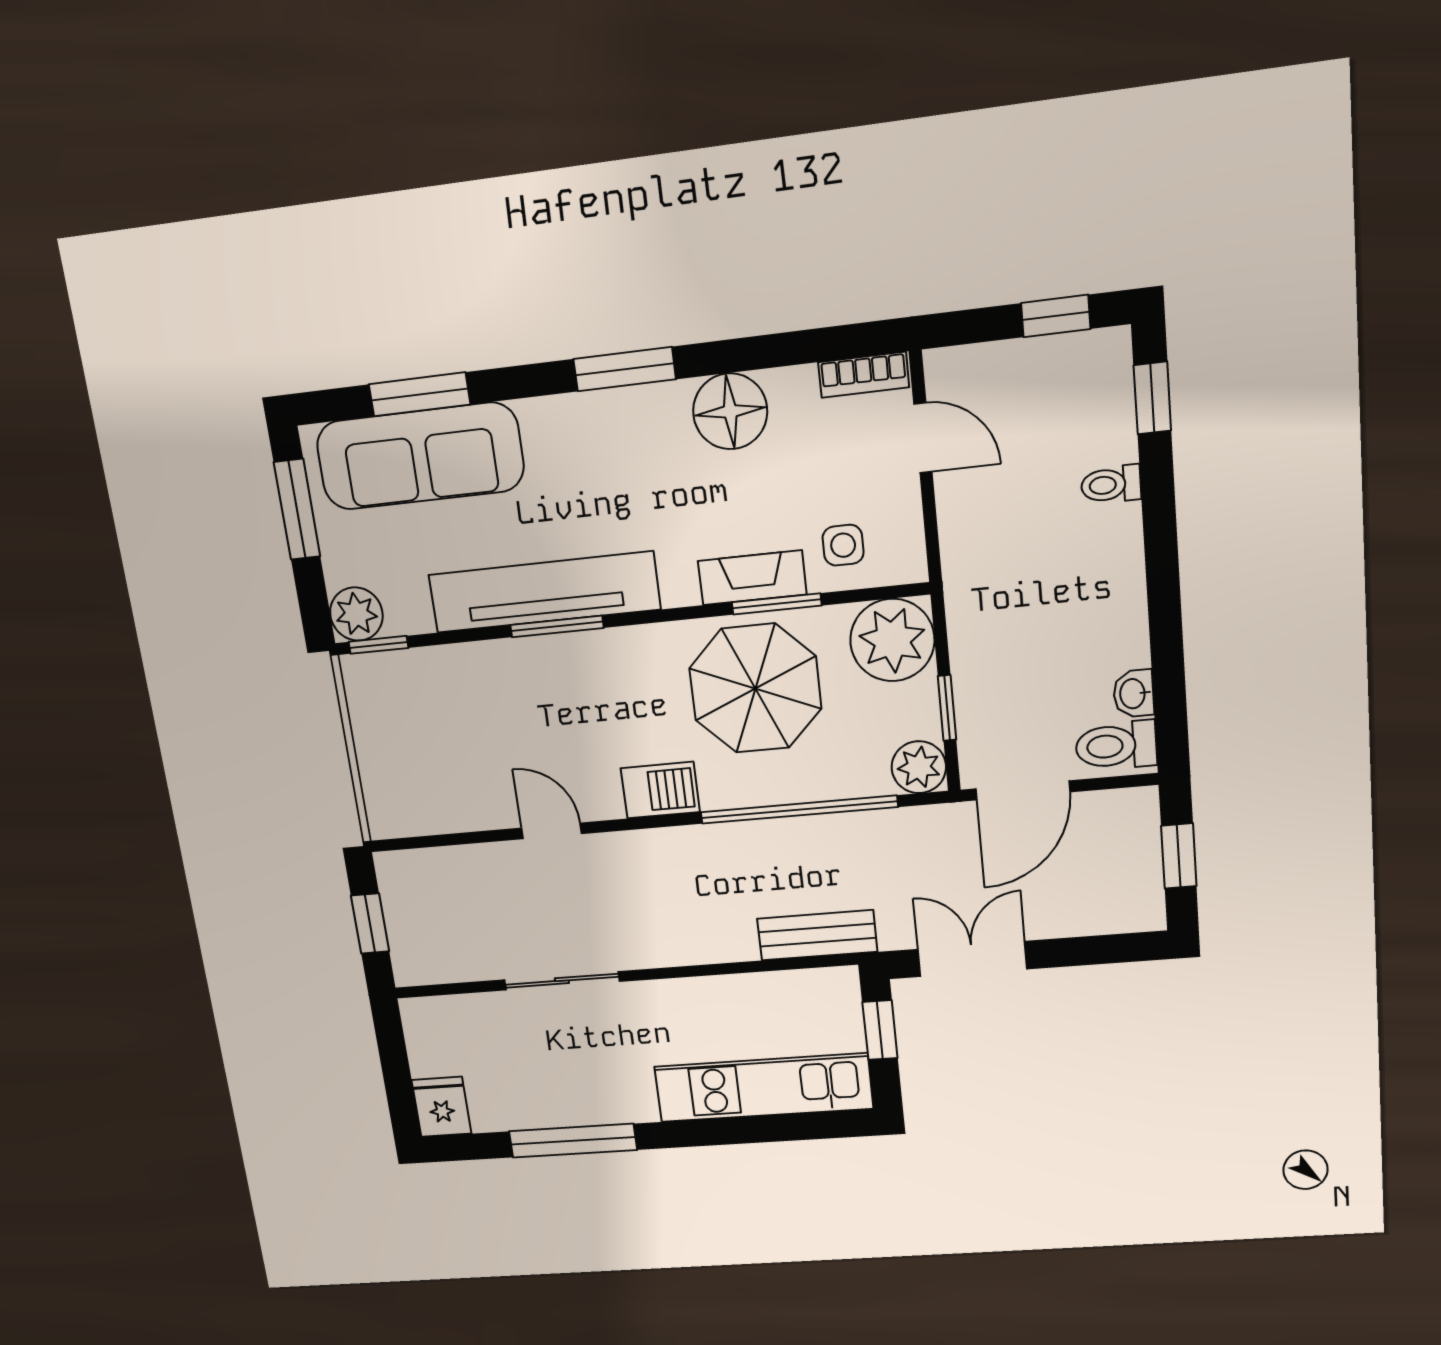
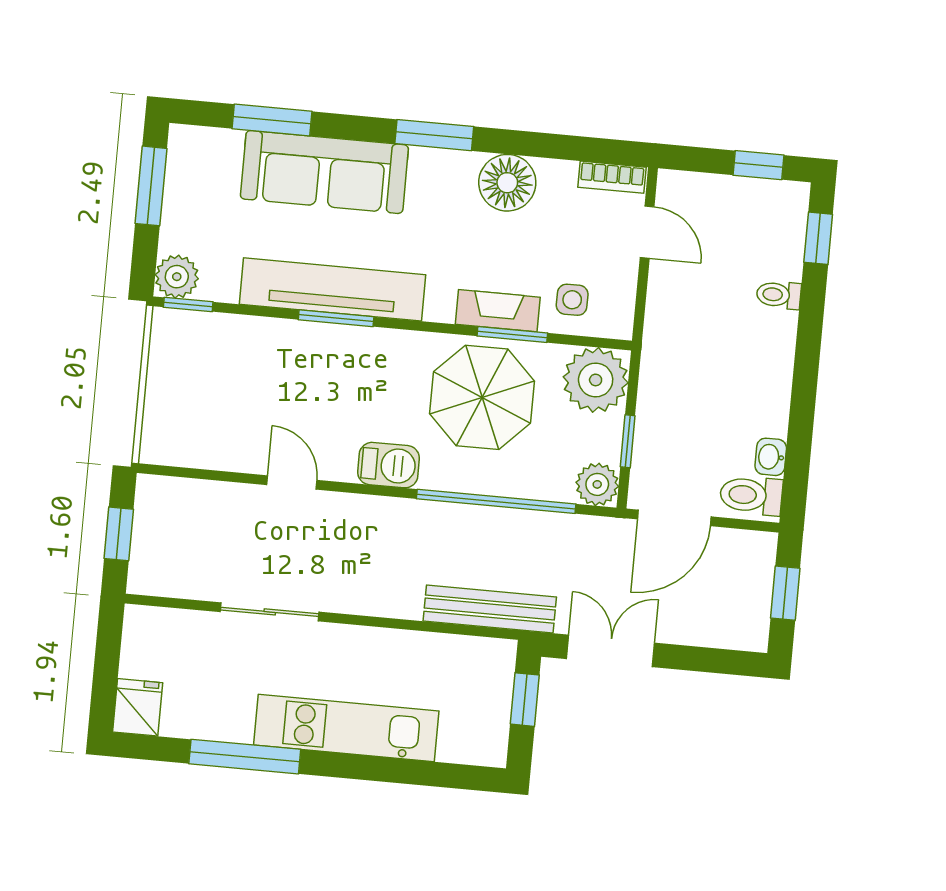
sofa: (420, 456) -> (324, 172), moved
bench: (817, 935) -> (490, 609), width x1.36
kitchen unit: (763, 1088) -> (346, 728), moved

